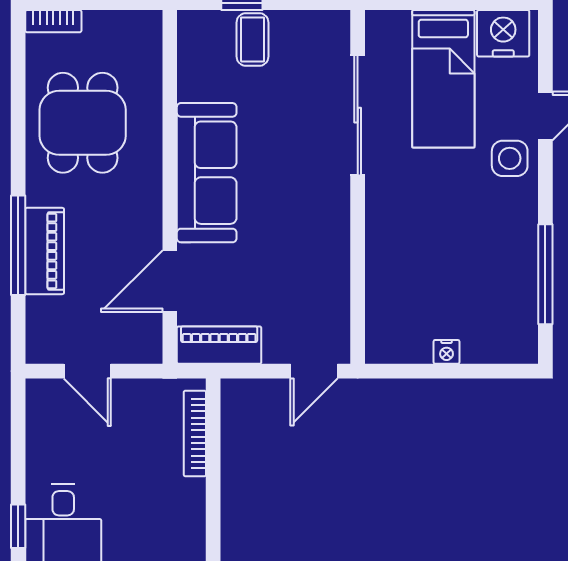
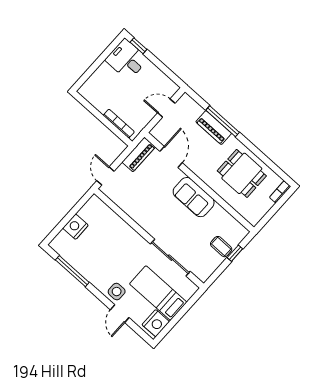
sofa: (207, 173) -> (194, 197), width x0.73
nightstand: (447, 352) -> (75, 227), width x1.89, depth x1.79

